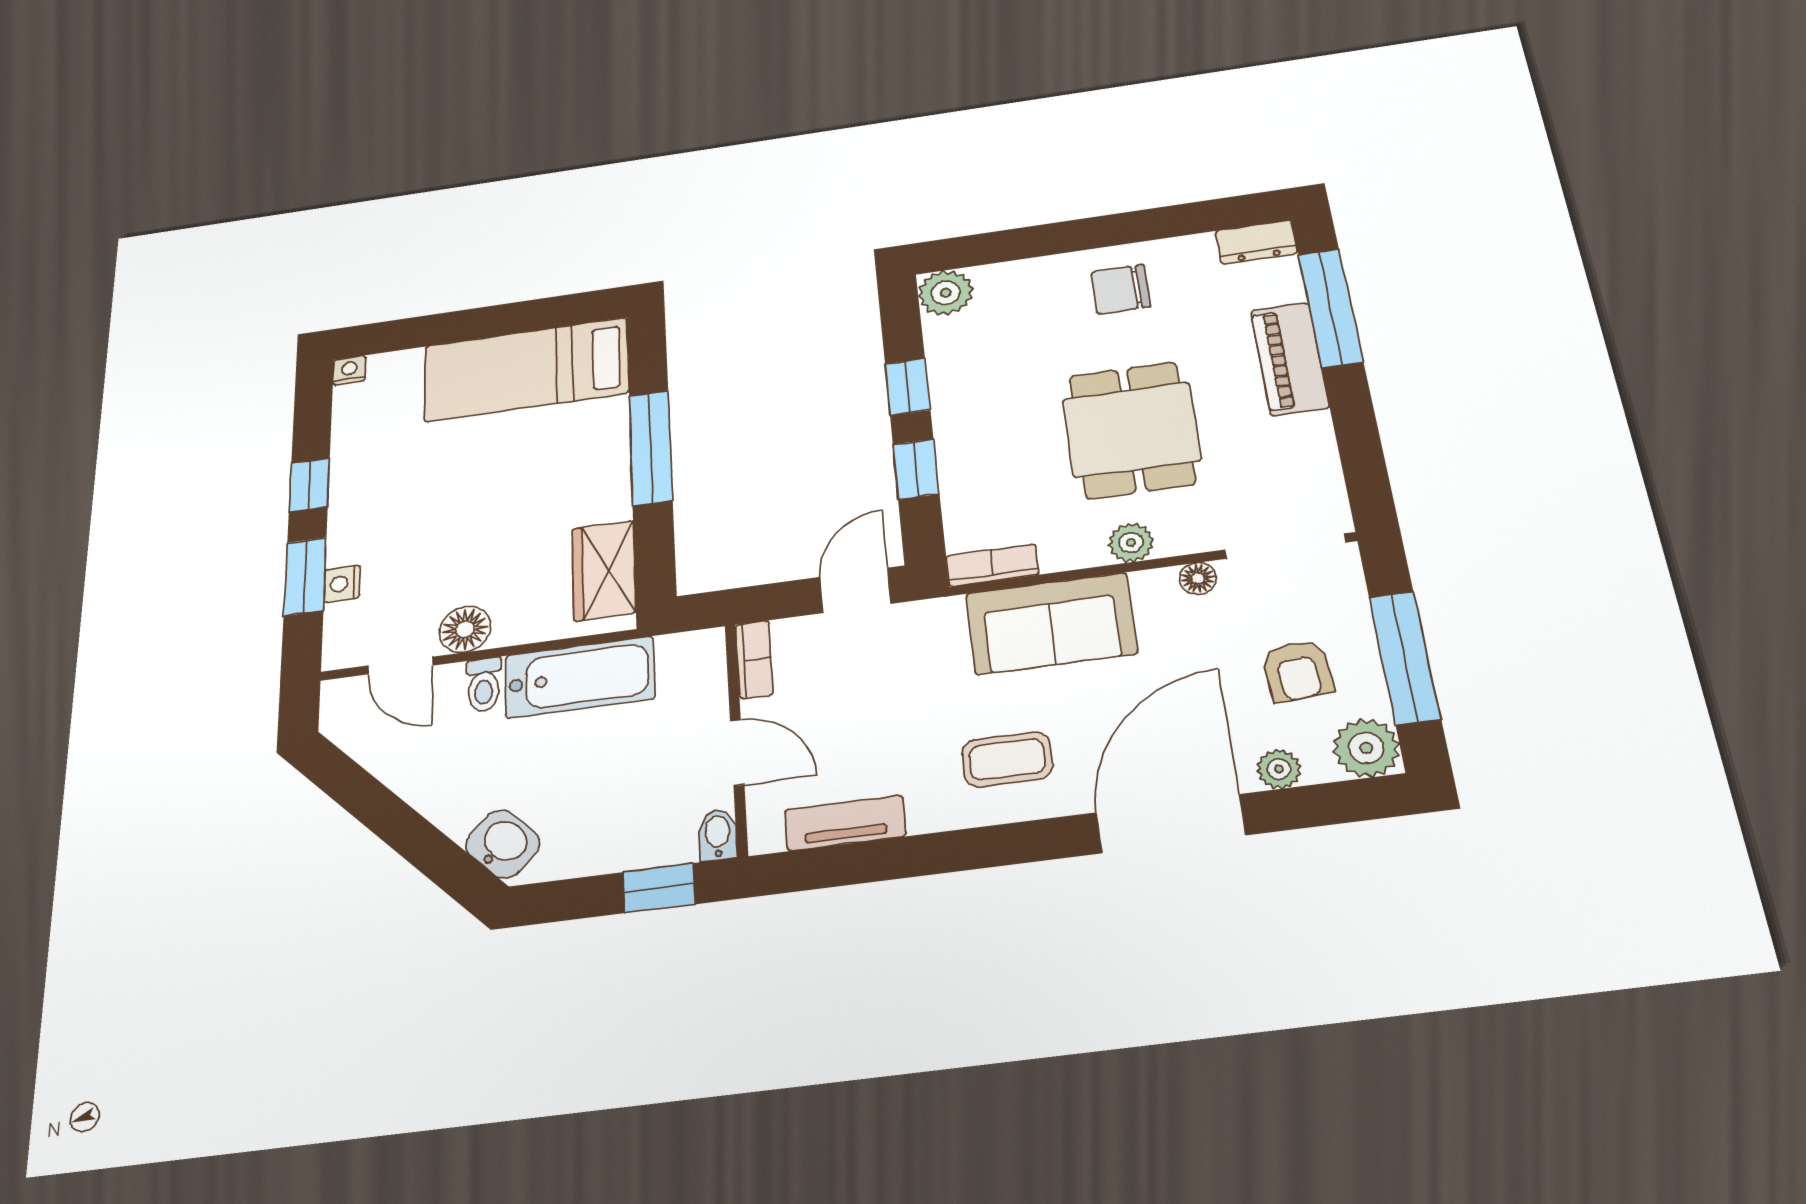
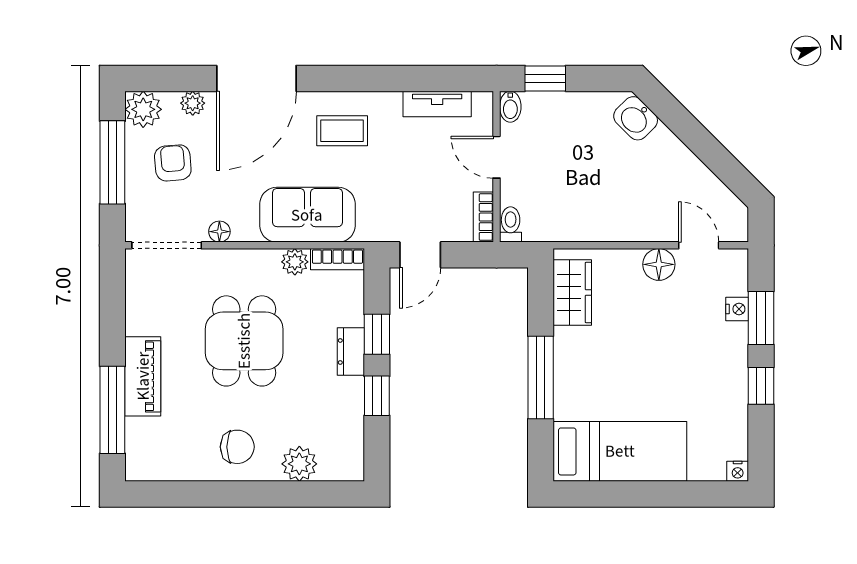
dresser: (1256, 242) -> (351, 351), moved, turned -90
plant: (946, 293) -> (299, 464), moved
plant: (1131, 543) -> (295, 262), moved
bathtub: (580, 677) -> (588, 221), removed
toilet: (484, 685) -> (511, 224), moved

